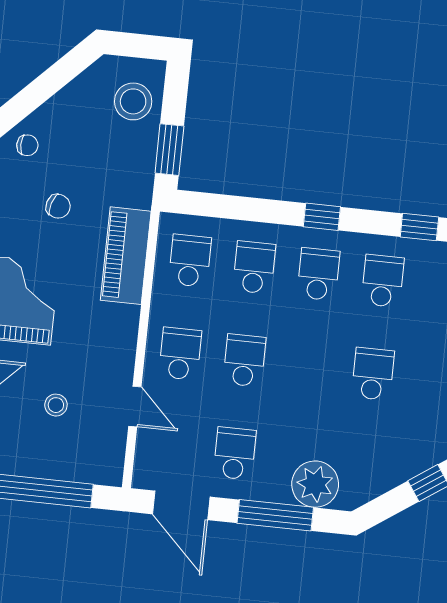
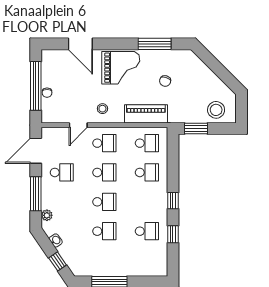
chair: (27, 145) -> (47, 93), moved
window: (419, 227) -> (173, 234), moved
school desk: (318, 274) -> (104, 202), moved
stool: (56, 405) -> (102, 109), moved
washbasin: (382, 482) -> (56, 240), added
plant: (315, 484) -> (47, 215), width x0.53, depth x0.53

